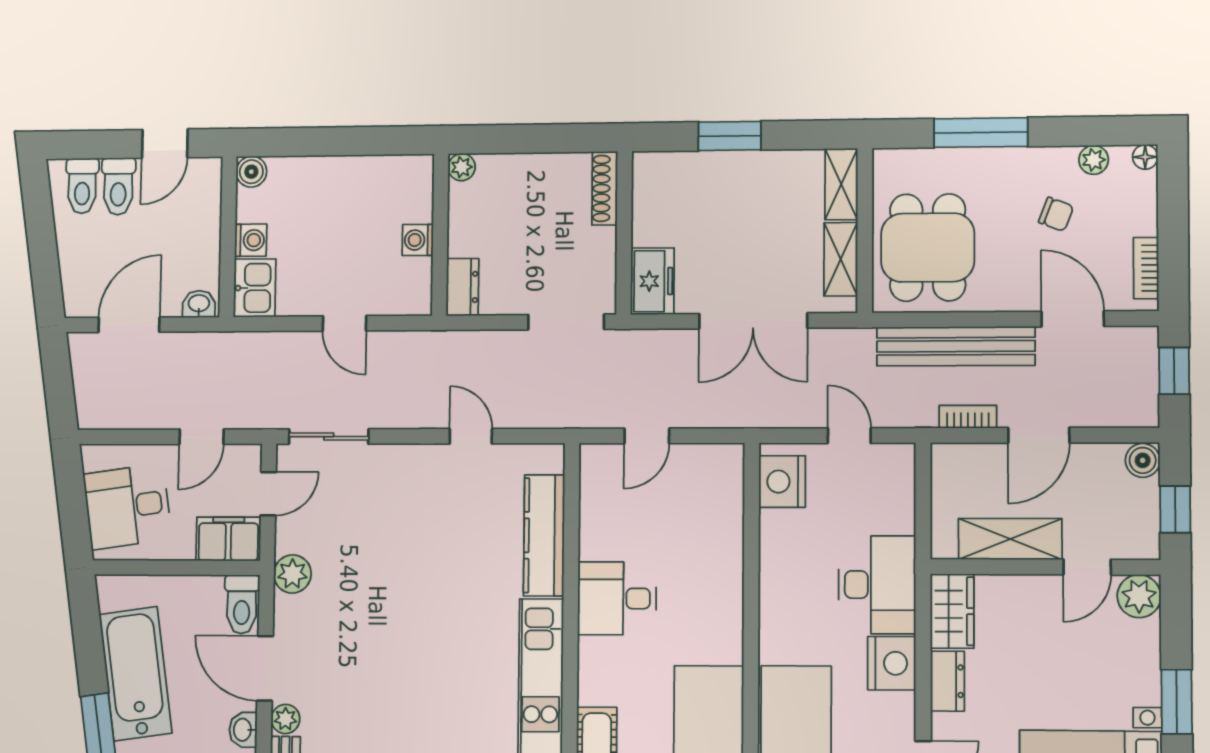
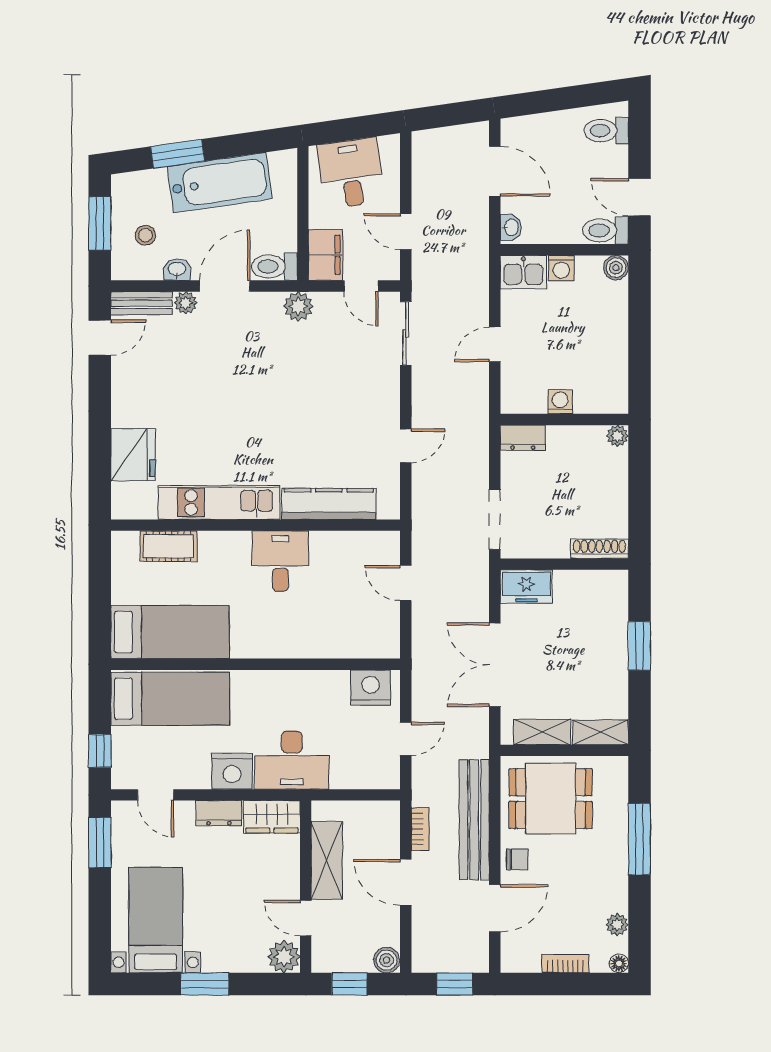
toilet: (118, 186) -> (605, 230), moved
chair: (1056, 214) -> (517, 859), moved, turned -111
bookcase: (1146, 268) -> (565, 964), moved

